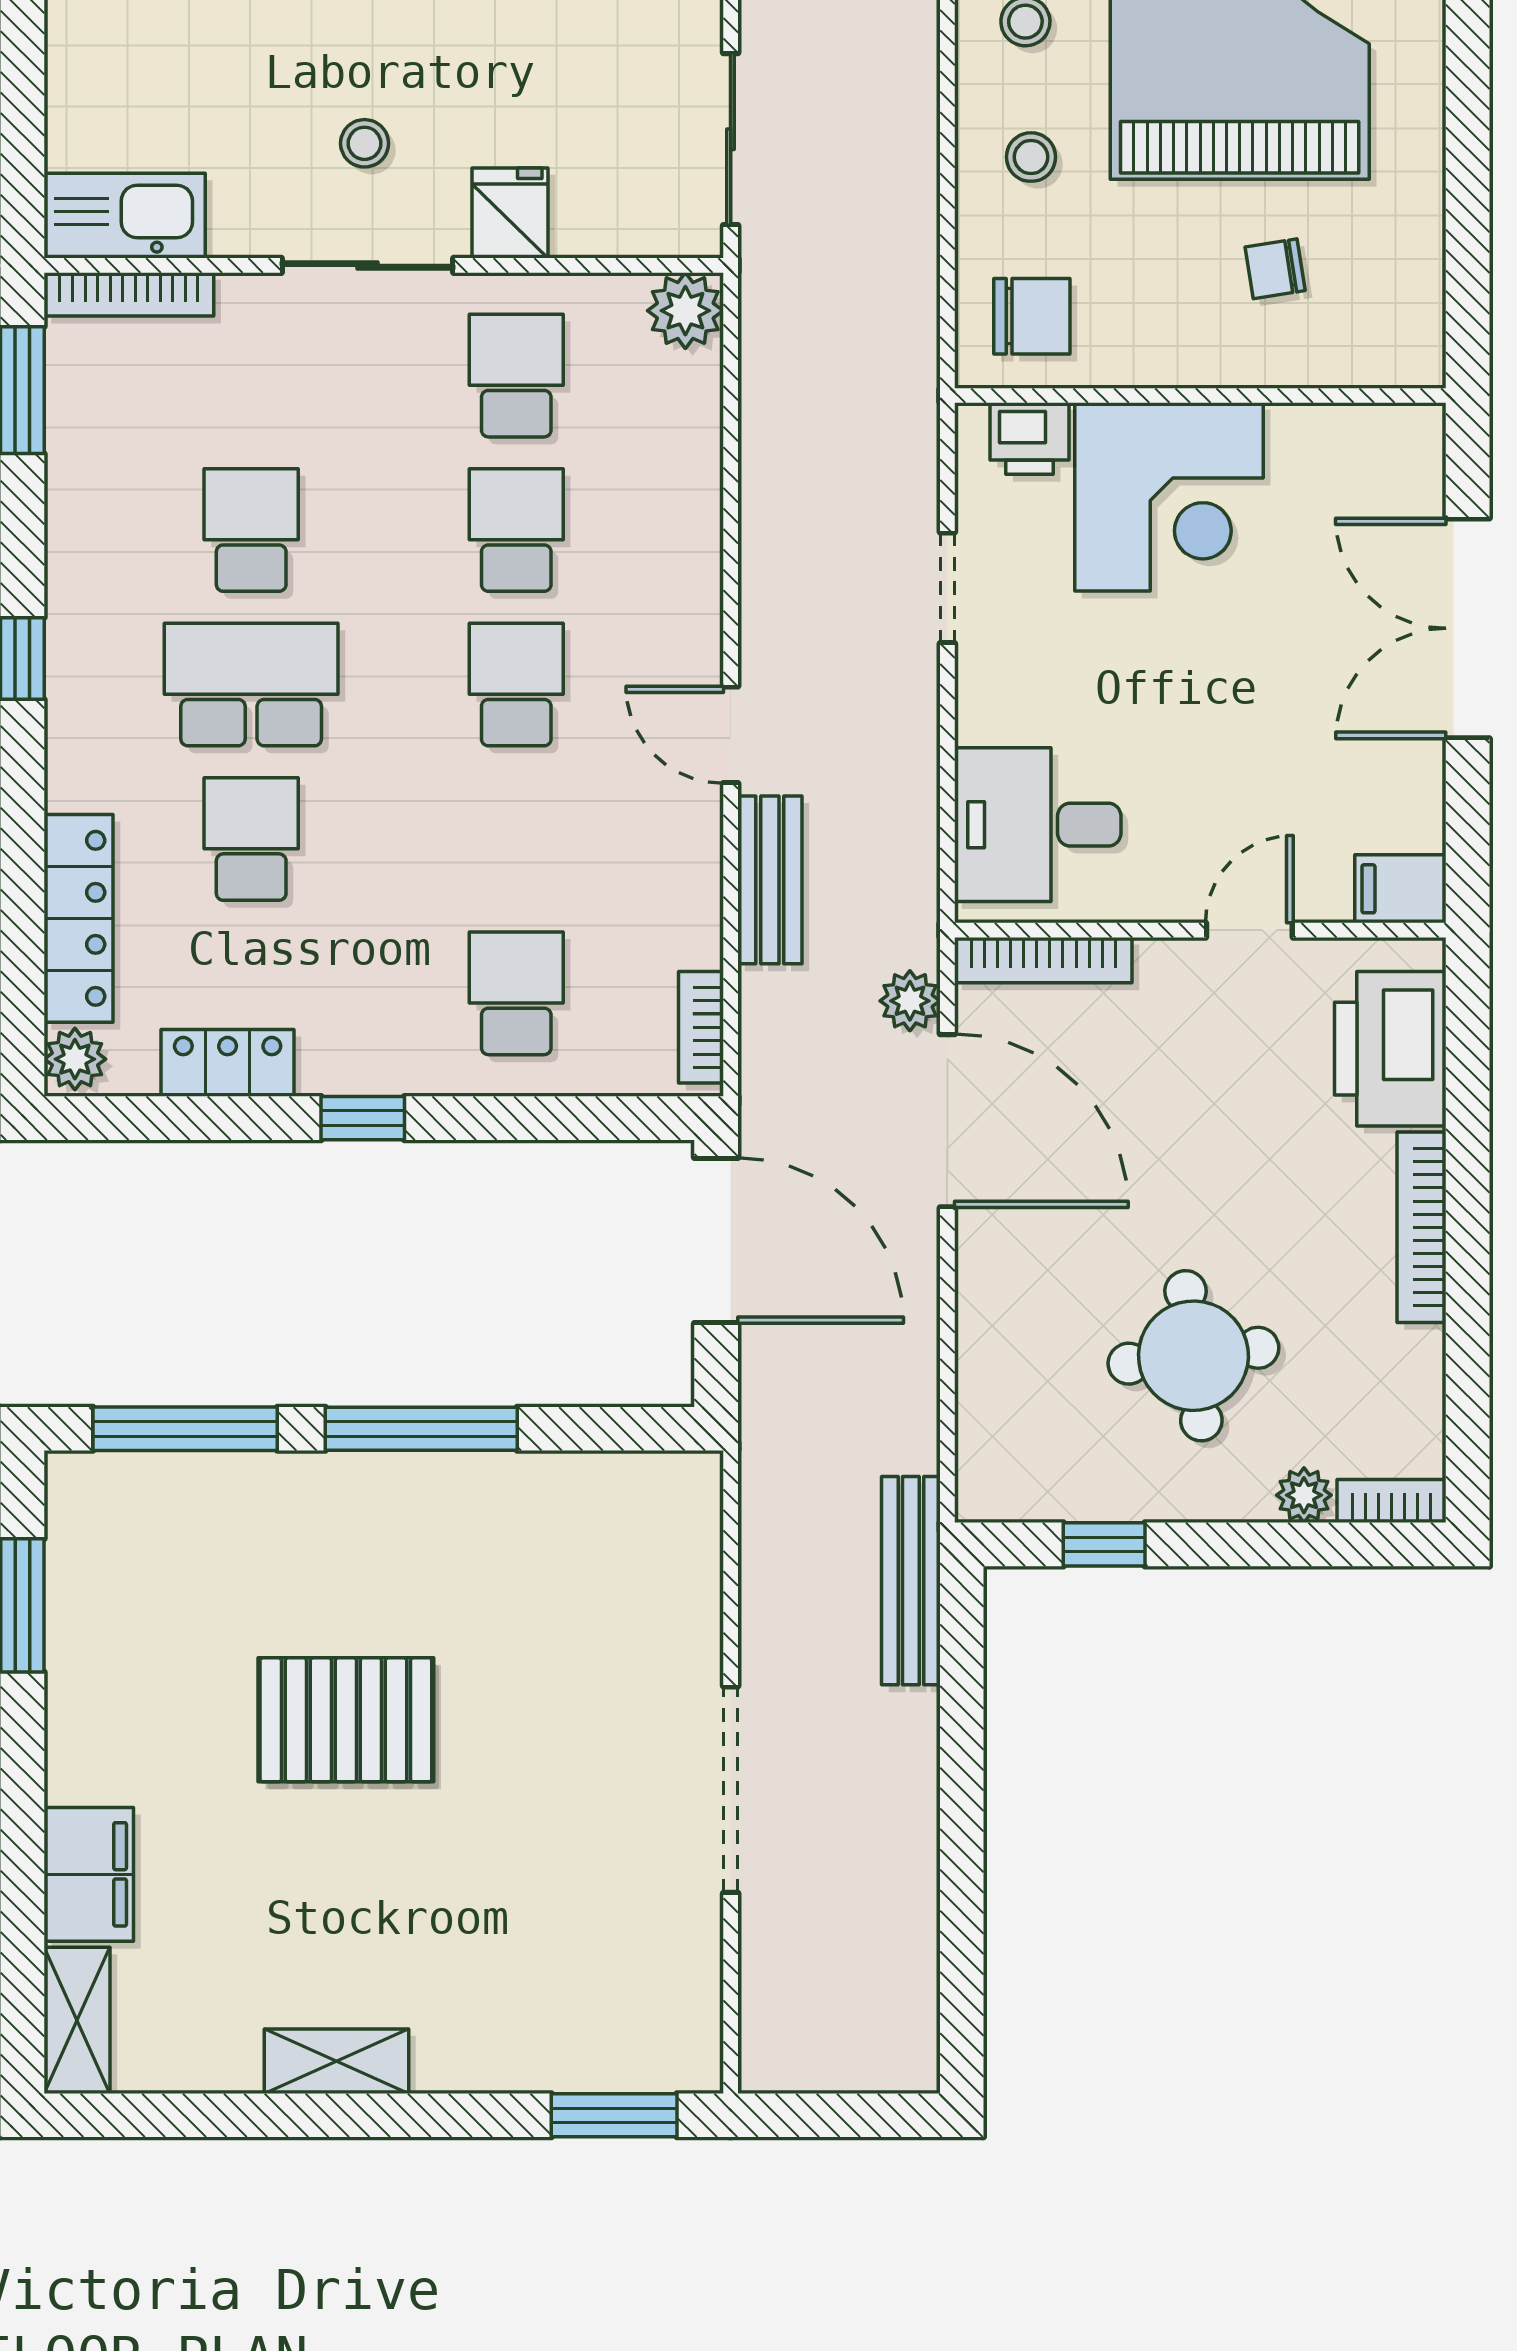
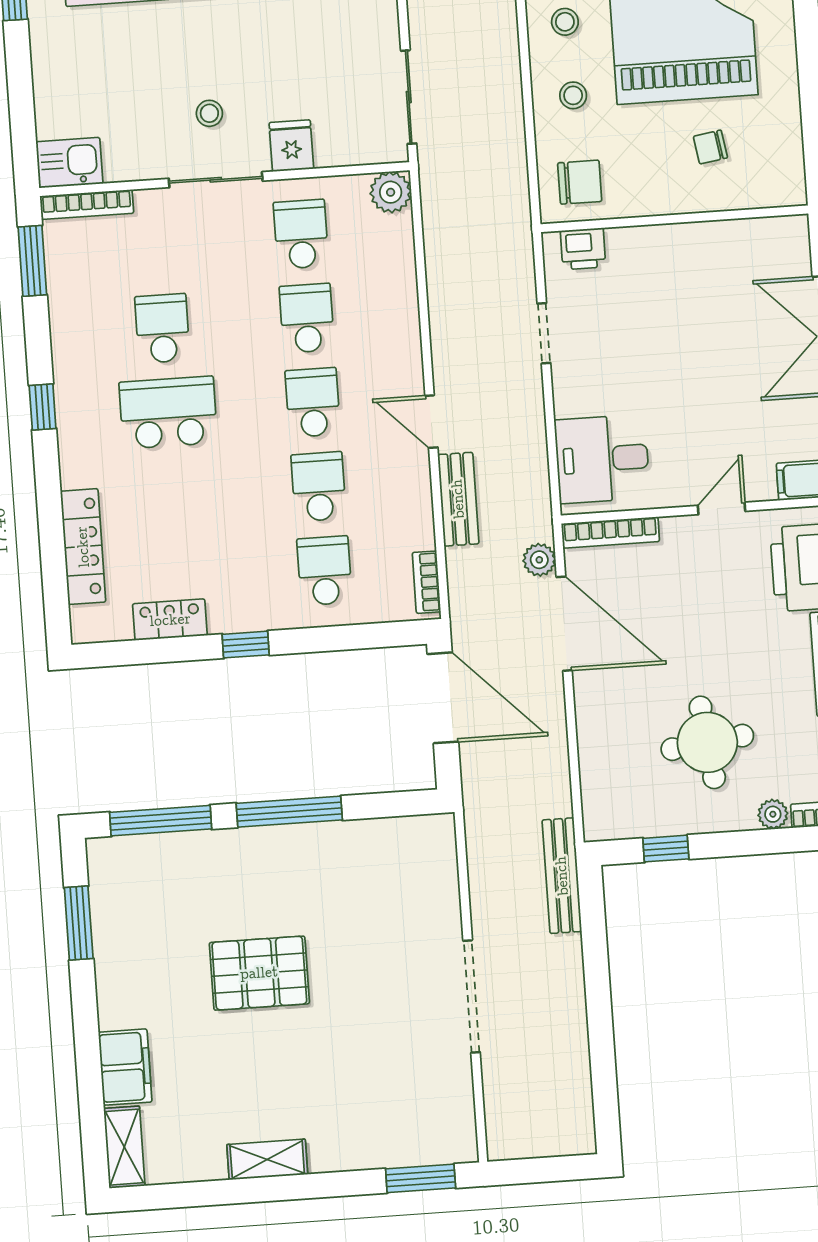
kitchen sink: (125, 216) -> (69, 163), width x0.73
corner desk: (1169, 497) -> (661, 275), removed
school desk: (251, 839) -> (319, 487), moved
plant: (75, 1059) -> (87, 623), removed

